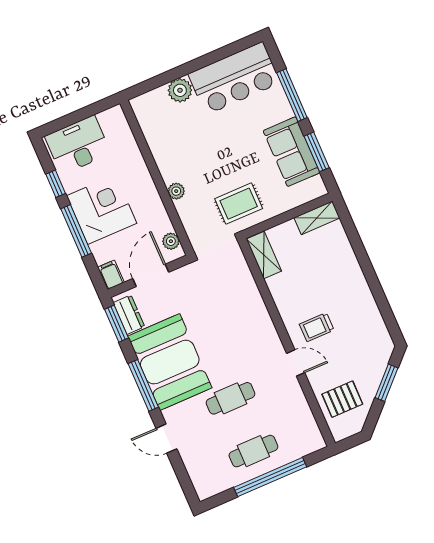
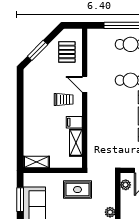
shelving: (264, 255) -> (76, 143), moved
filing cabinet: (287, 301) -> (74, 122), added
pallet: (342, 399) -> (67, 52), turned 90

